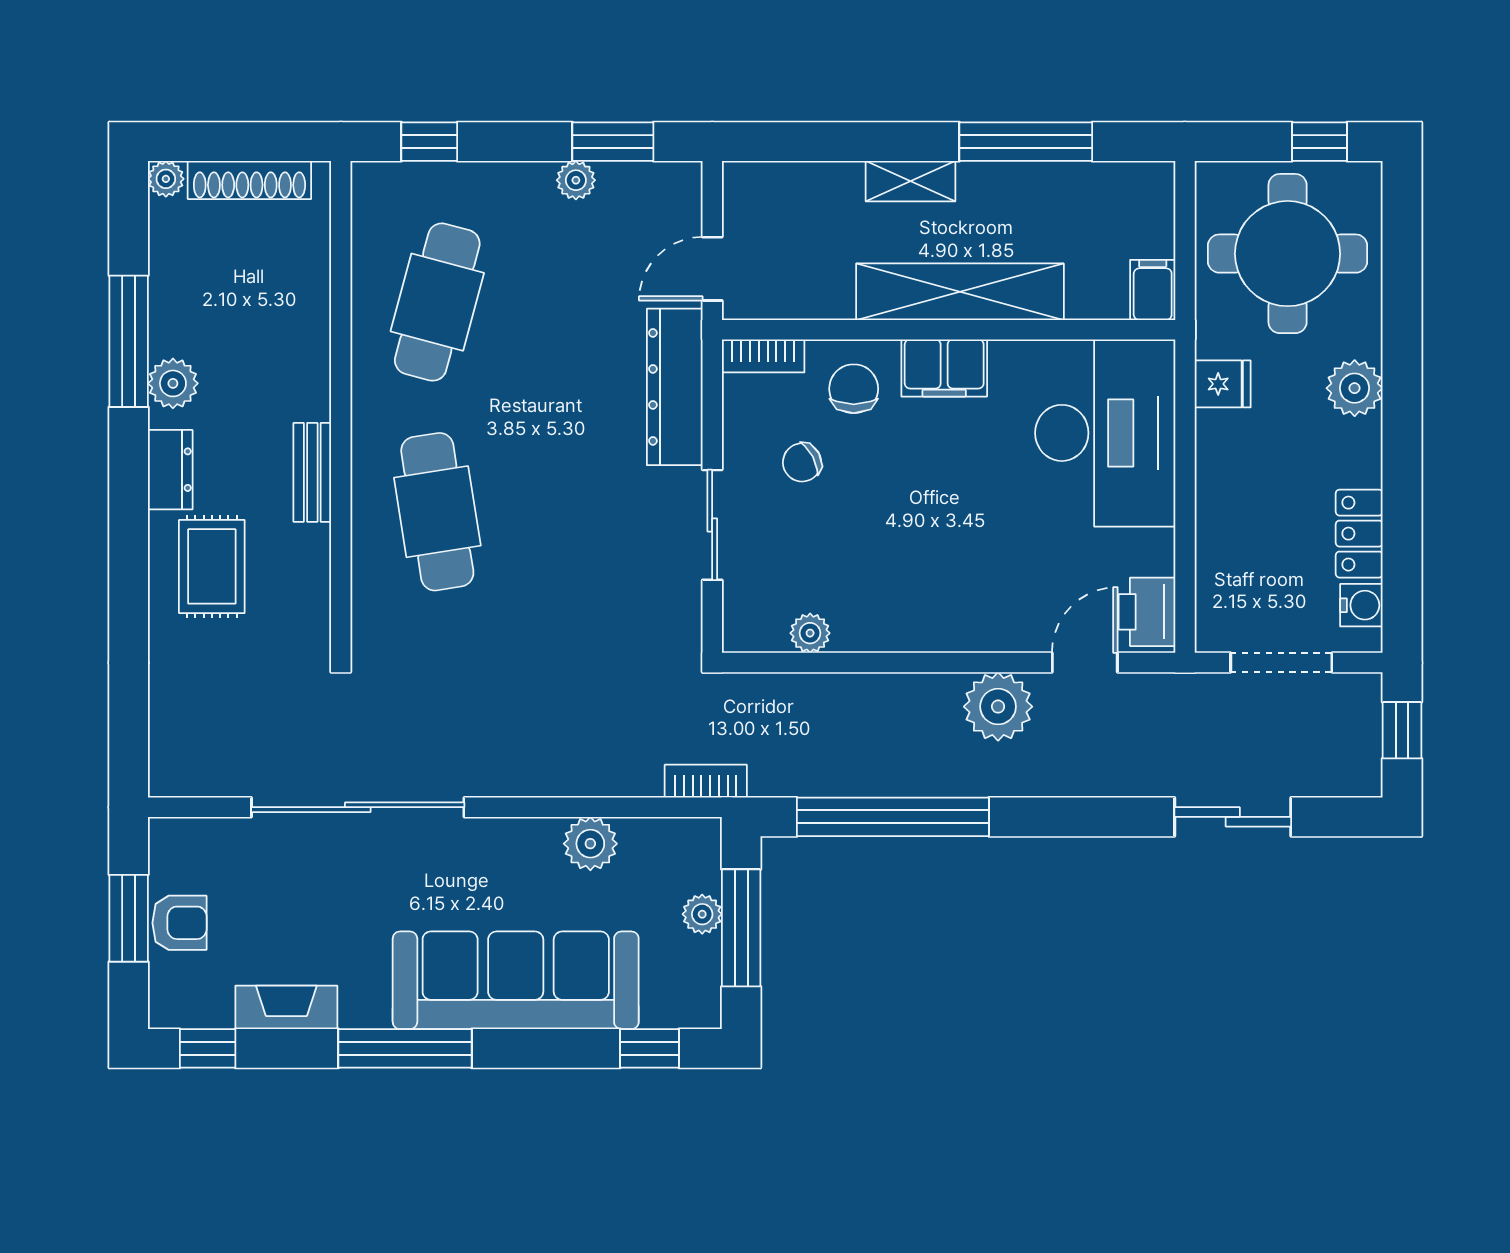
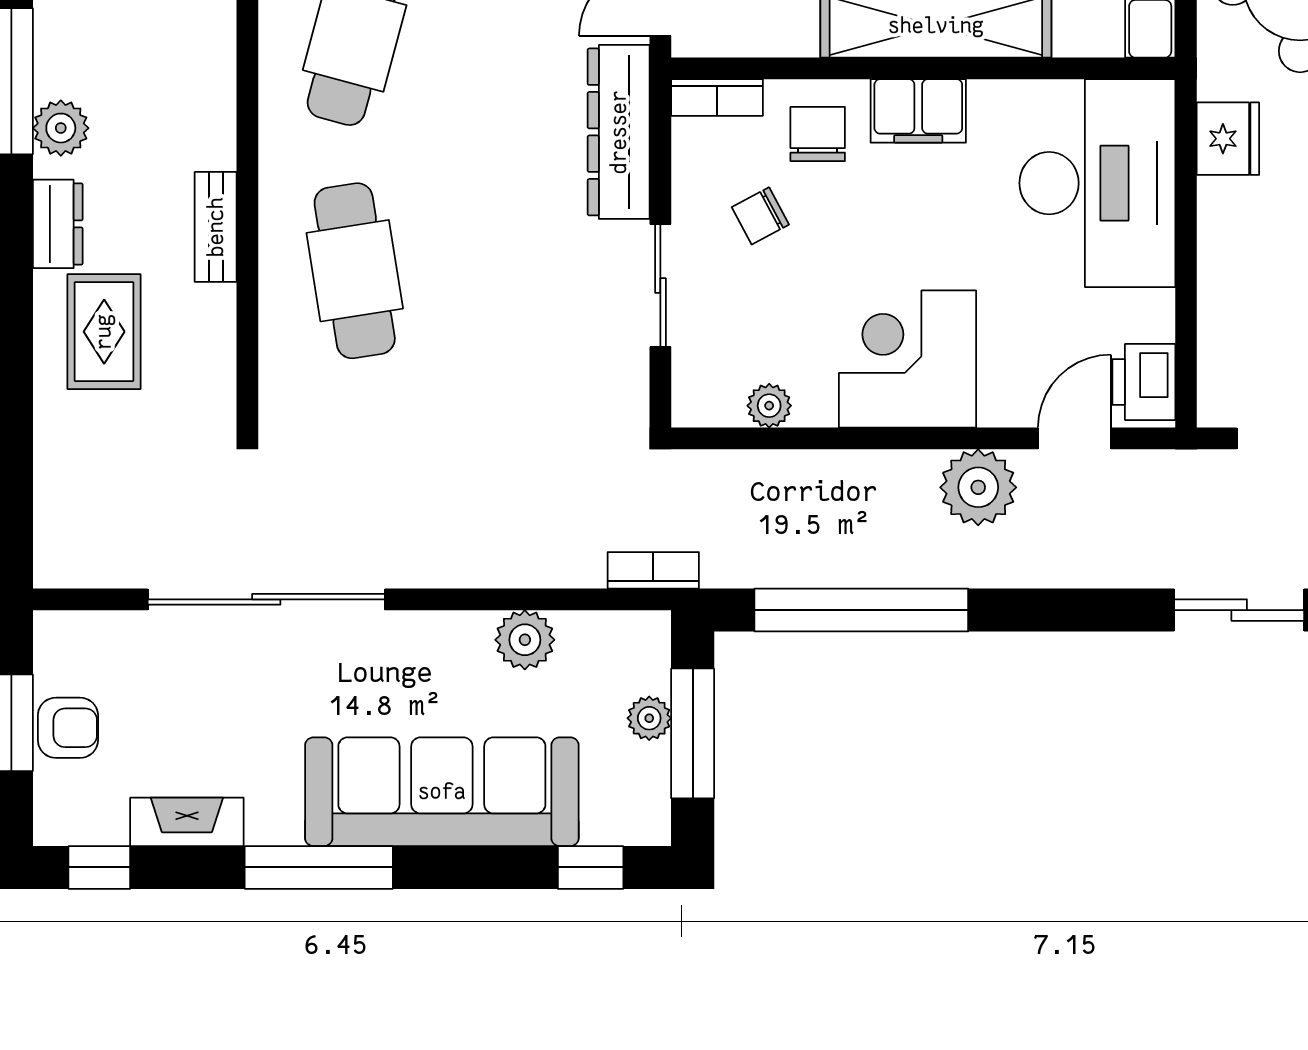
fridge: (1223, 384) -> (1228, 139), width x1.38
corner desk: (935, 591) -> (908, 359), added

